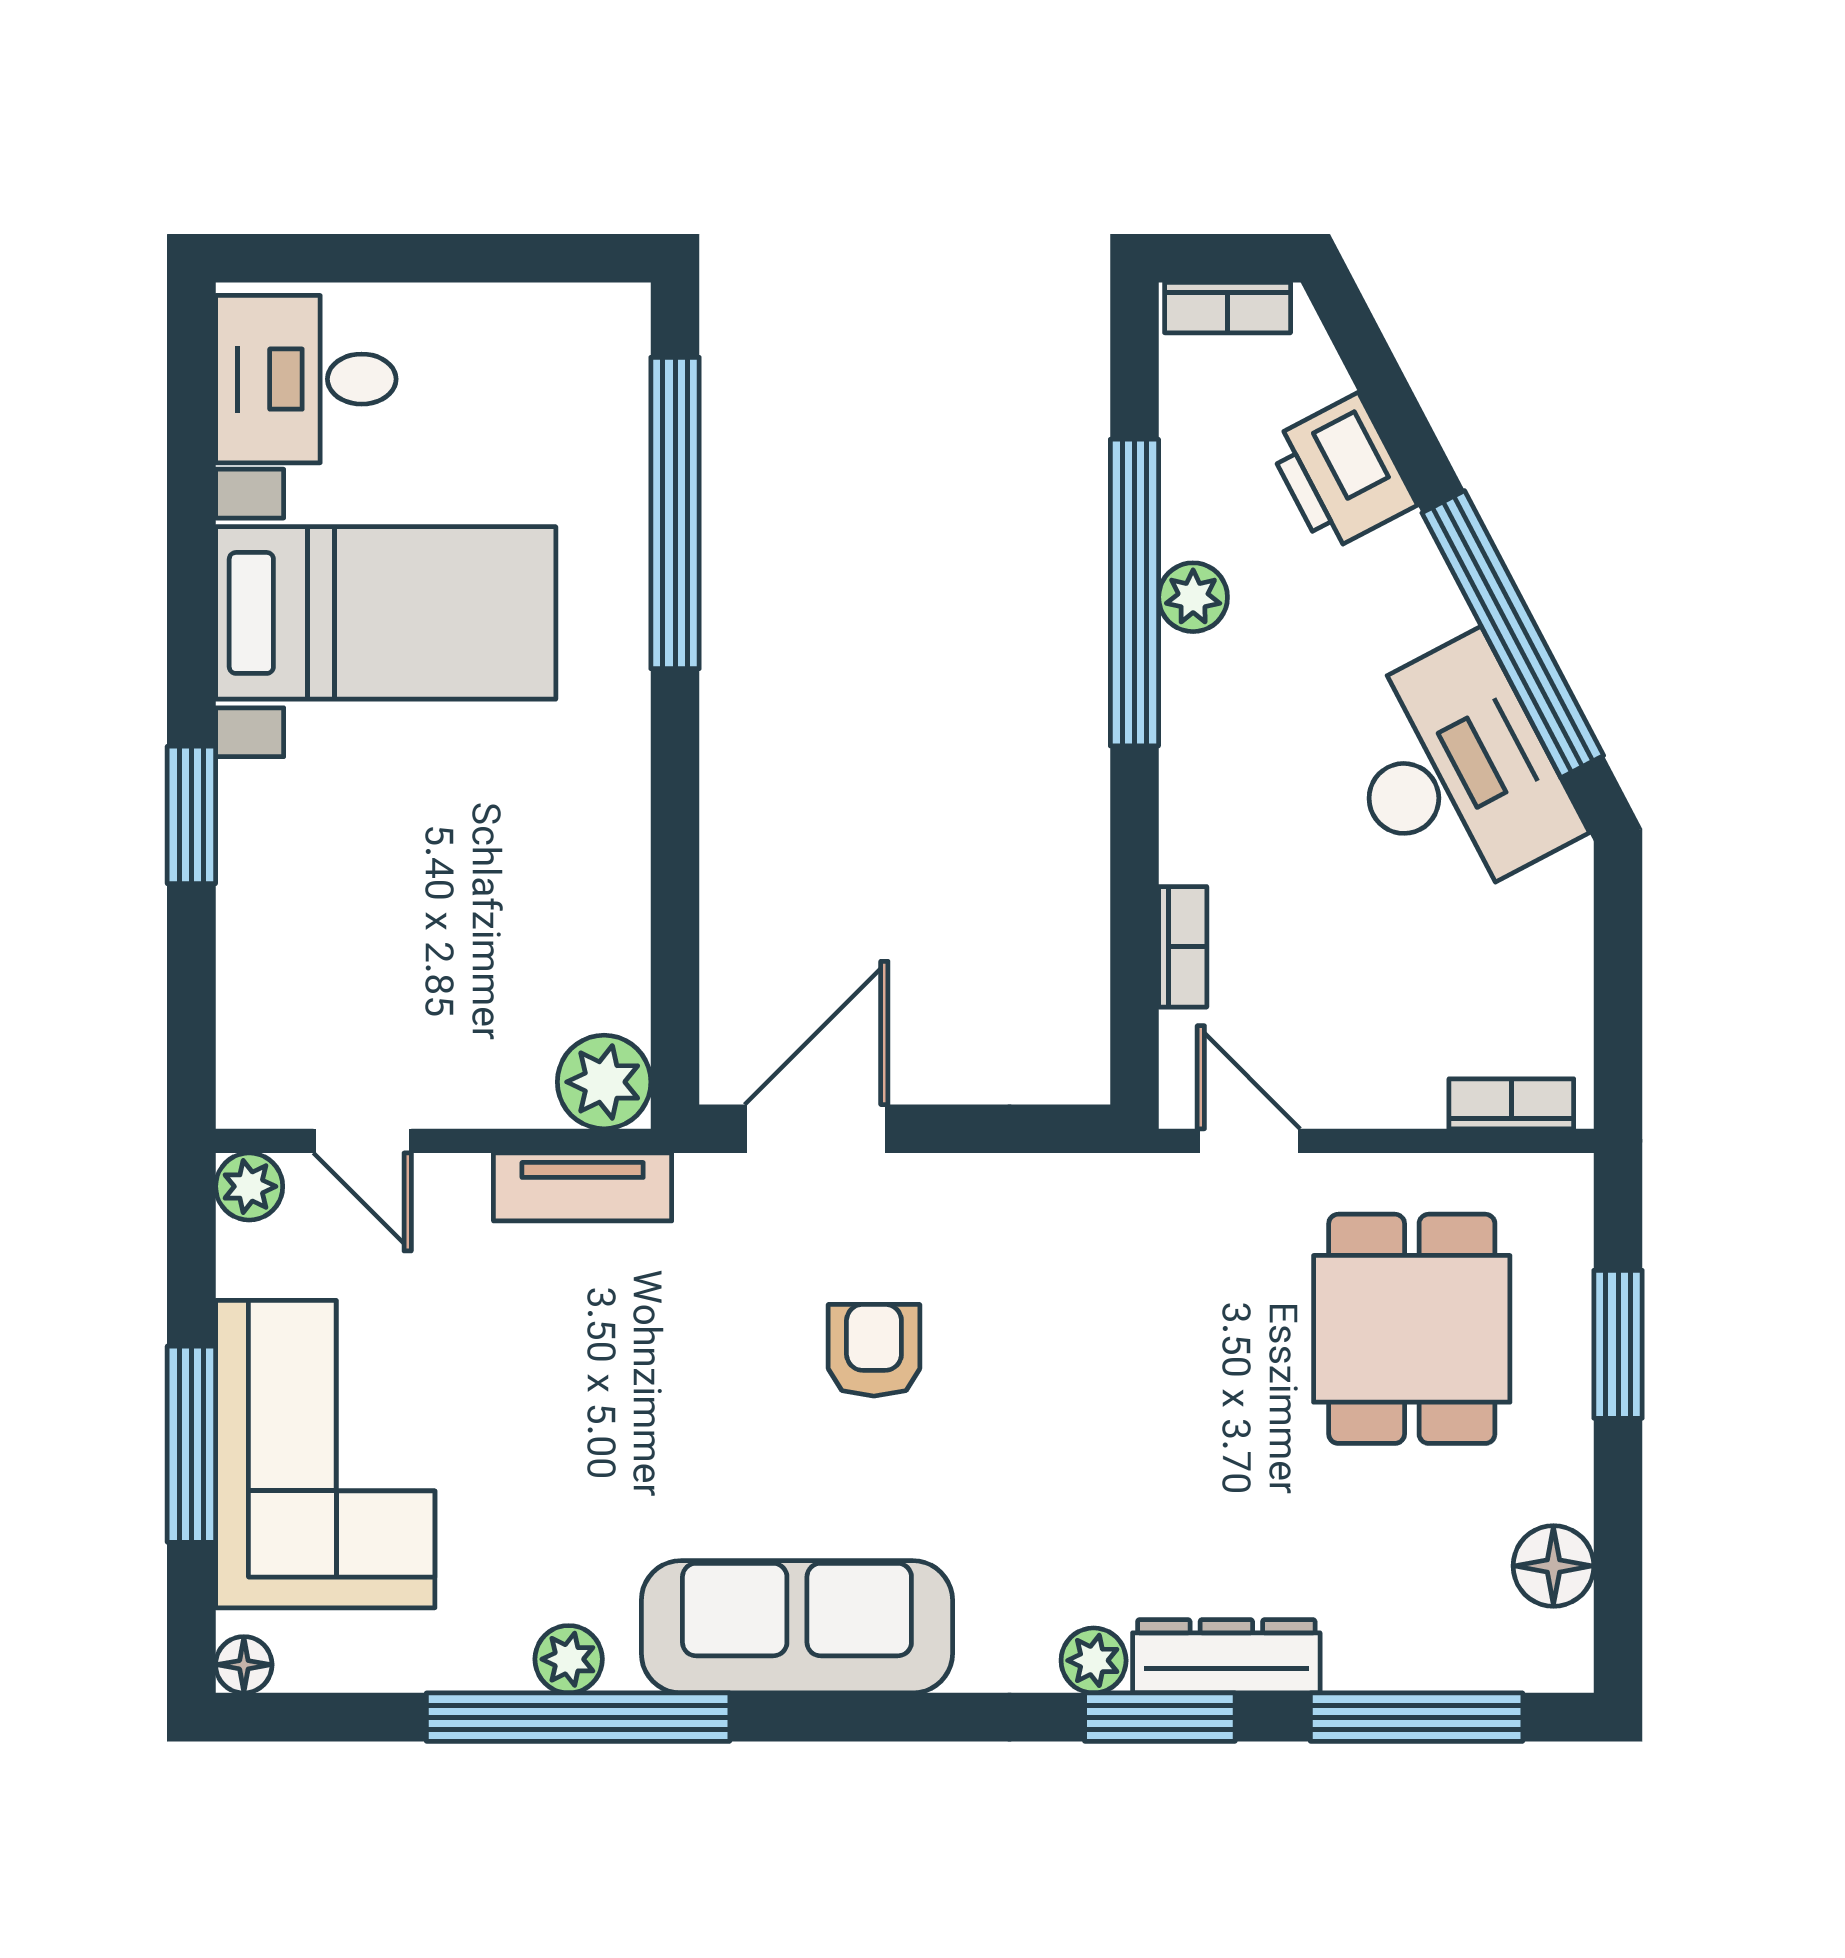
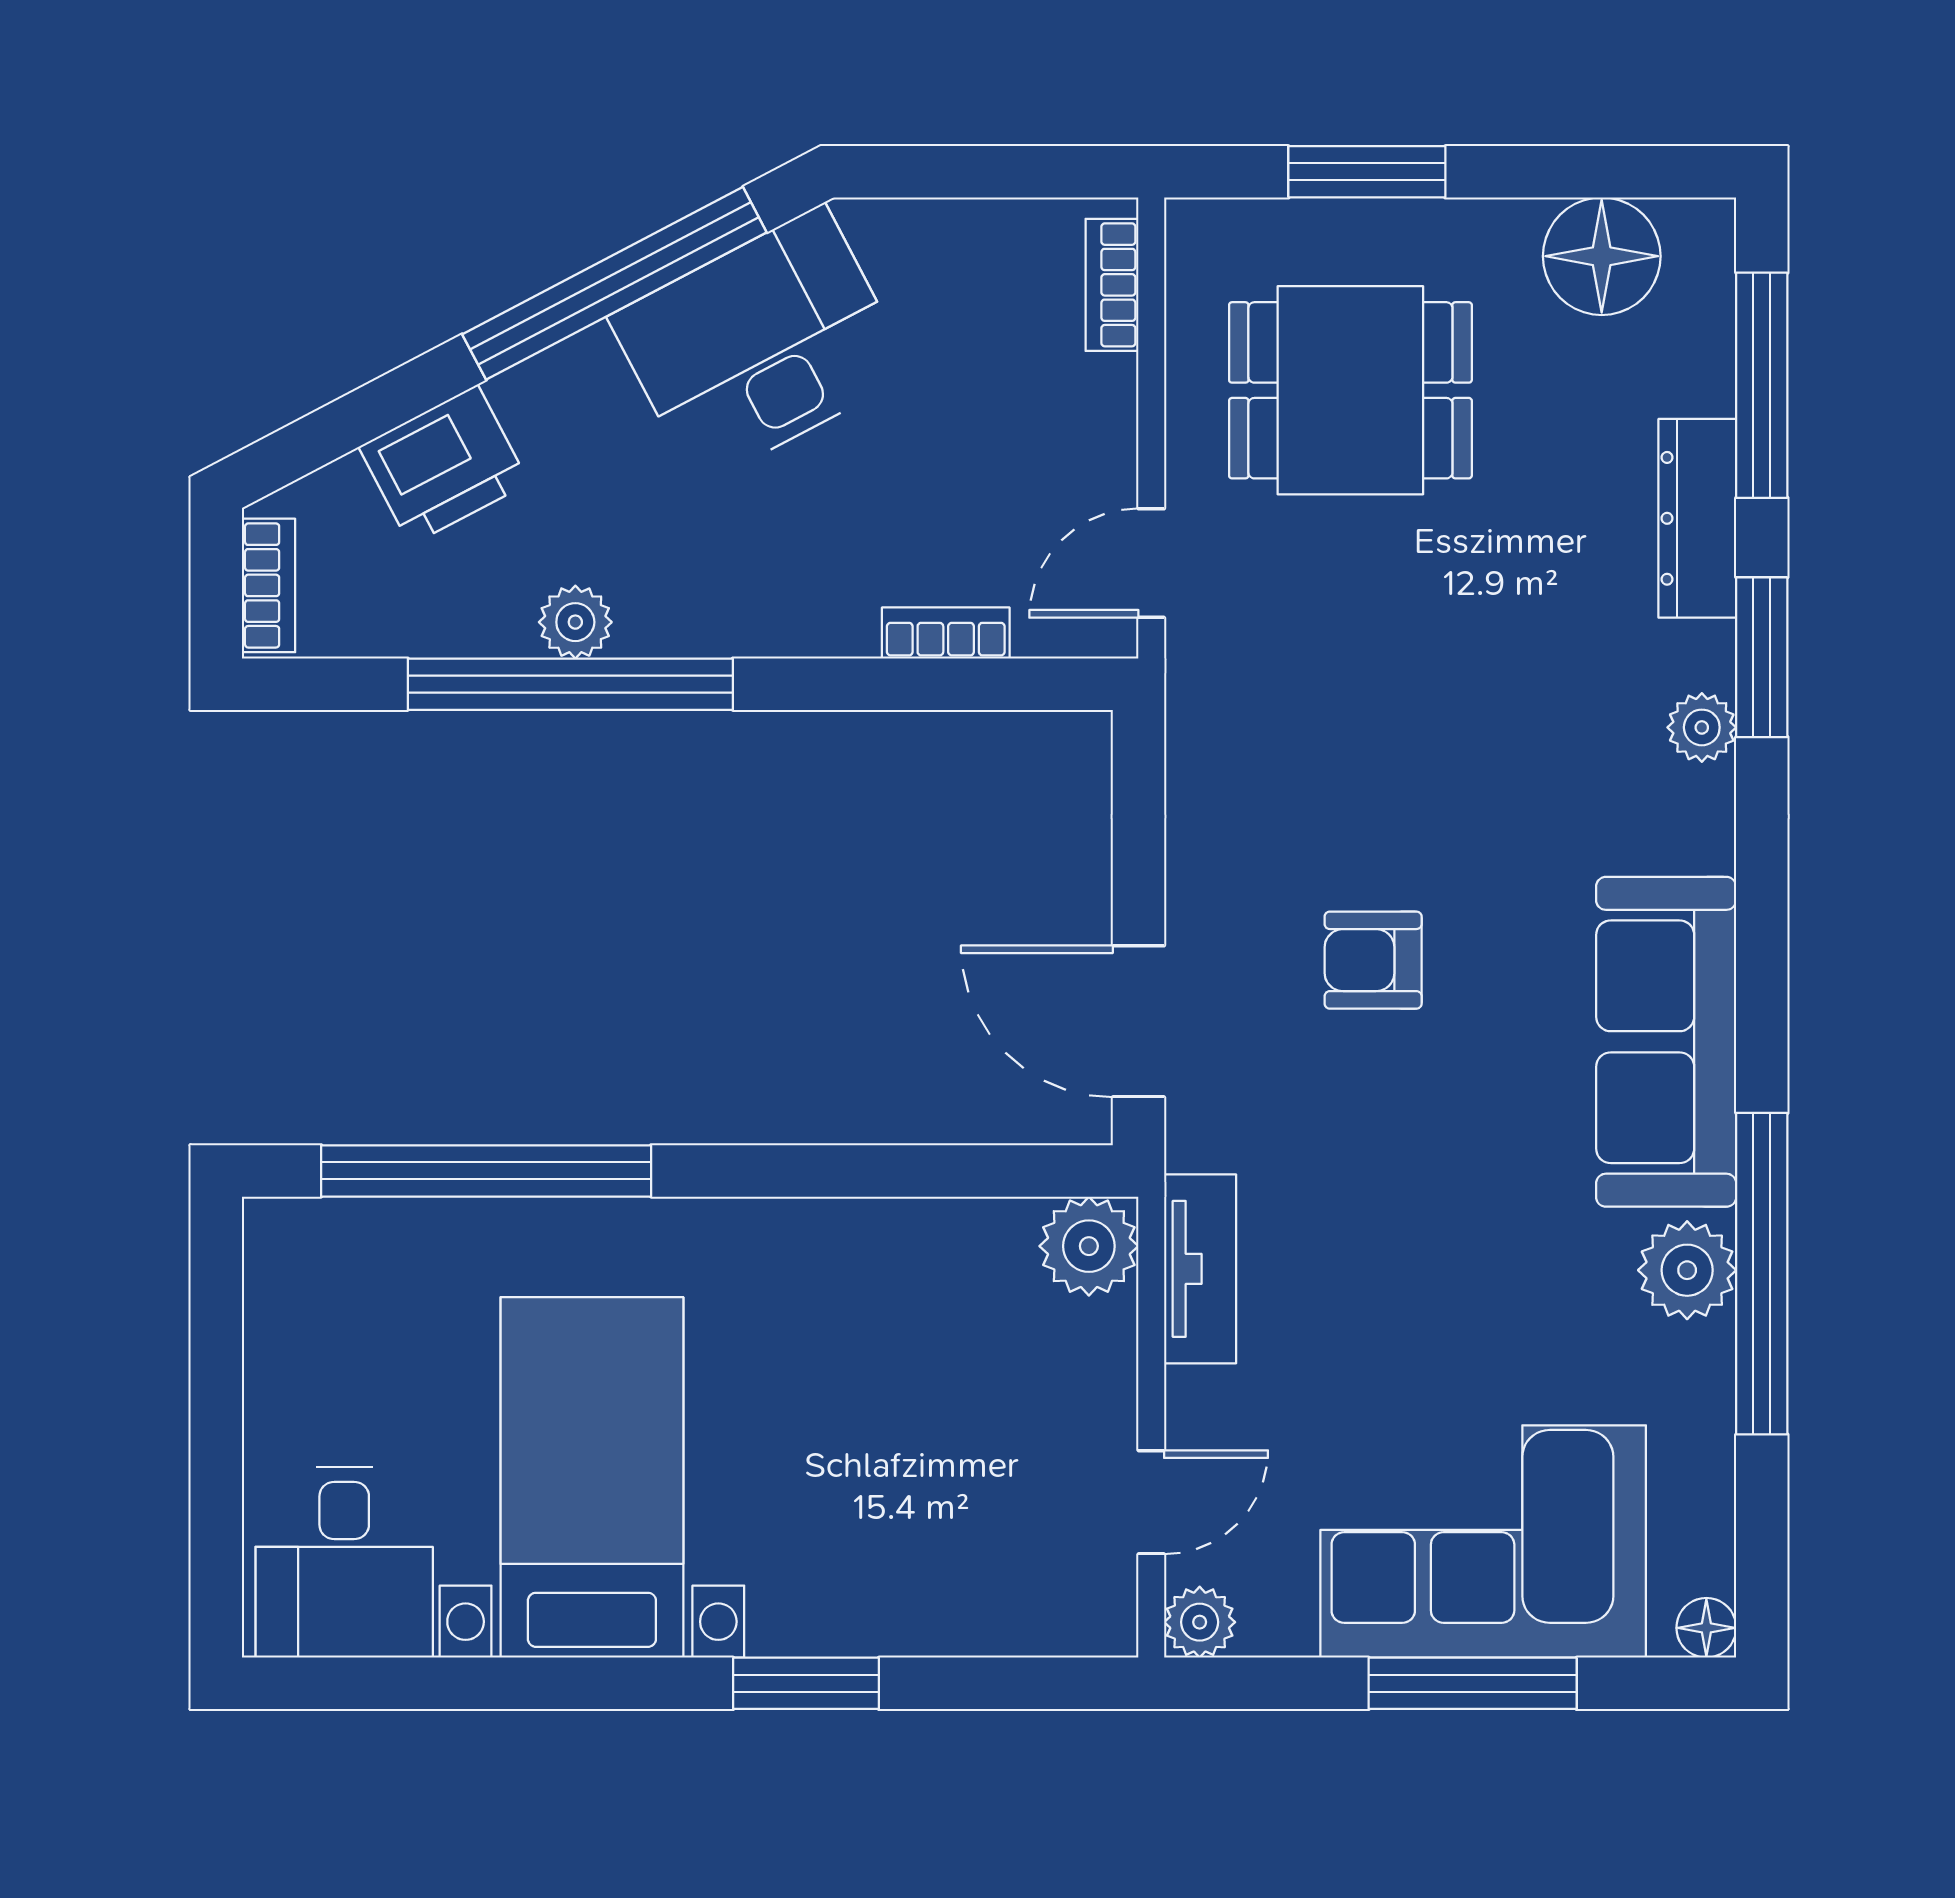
floor lamp: (1553, 1566) -> (1602, 256), width x1.38, depth x1.38
dresser: (1226, 1656) -> (1697, 518), moved
plant: (569, 1659) -> (1687, 1270), width x1.38, depth x1.38

